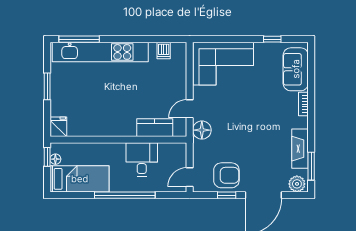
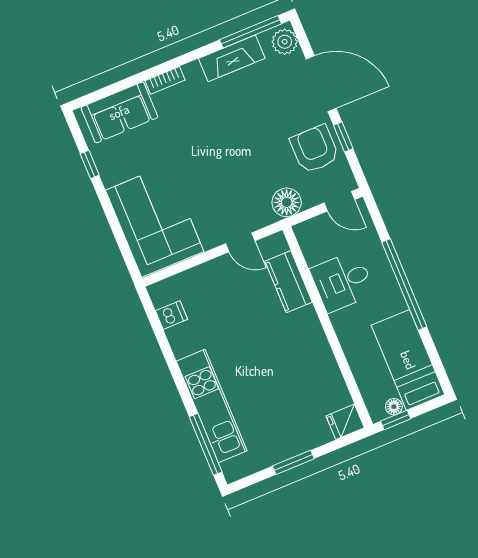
kitchen unit: (100, 52) -> (212, 406), width x0.73
floor lamp: (202, 130) -> (287, 202), moved
window: (311, 166) -> (251, 32), width x1.44

